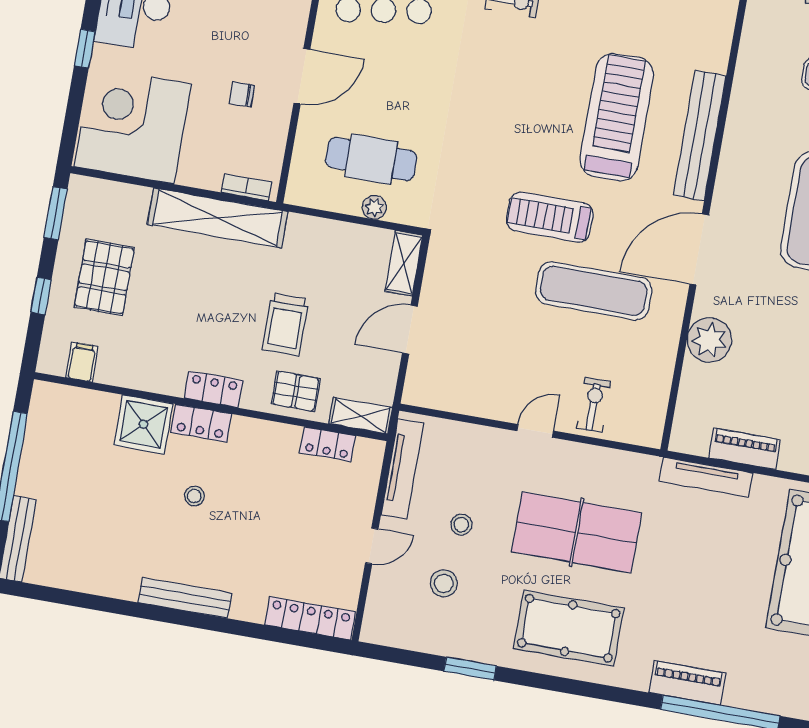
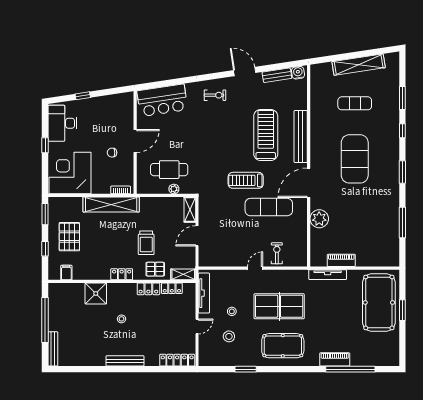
locker: (201, 423) -> (148, 289), moved

